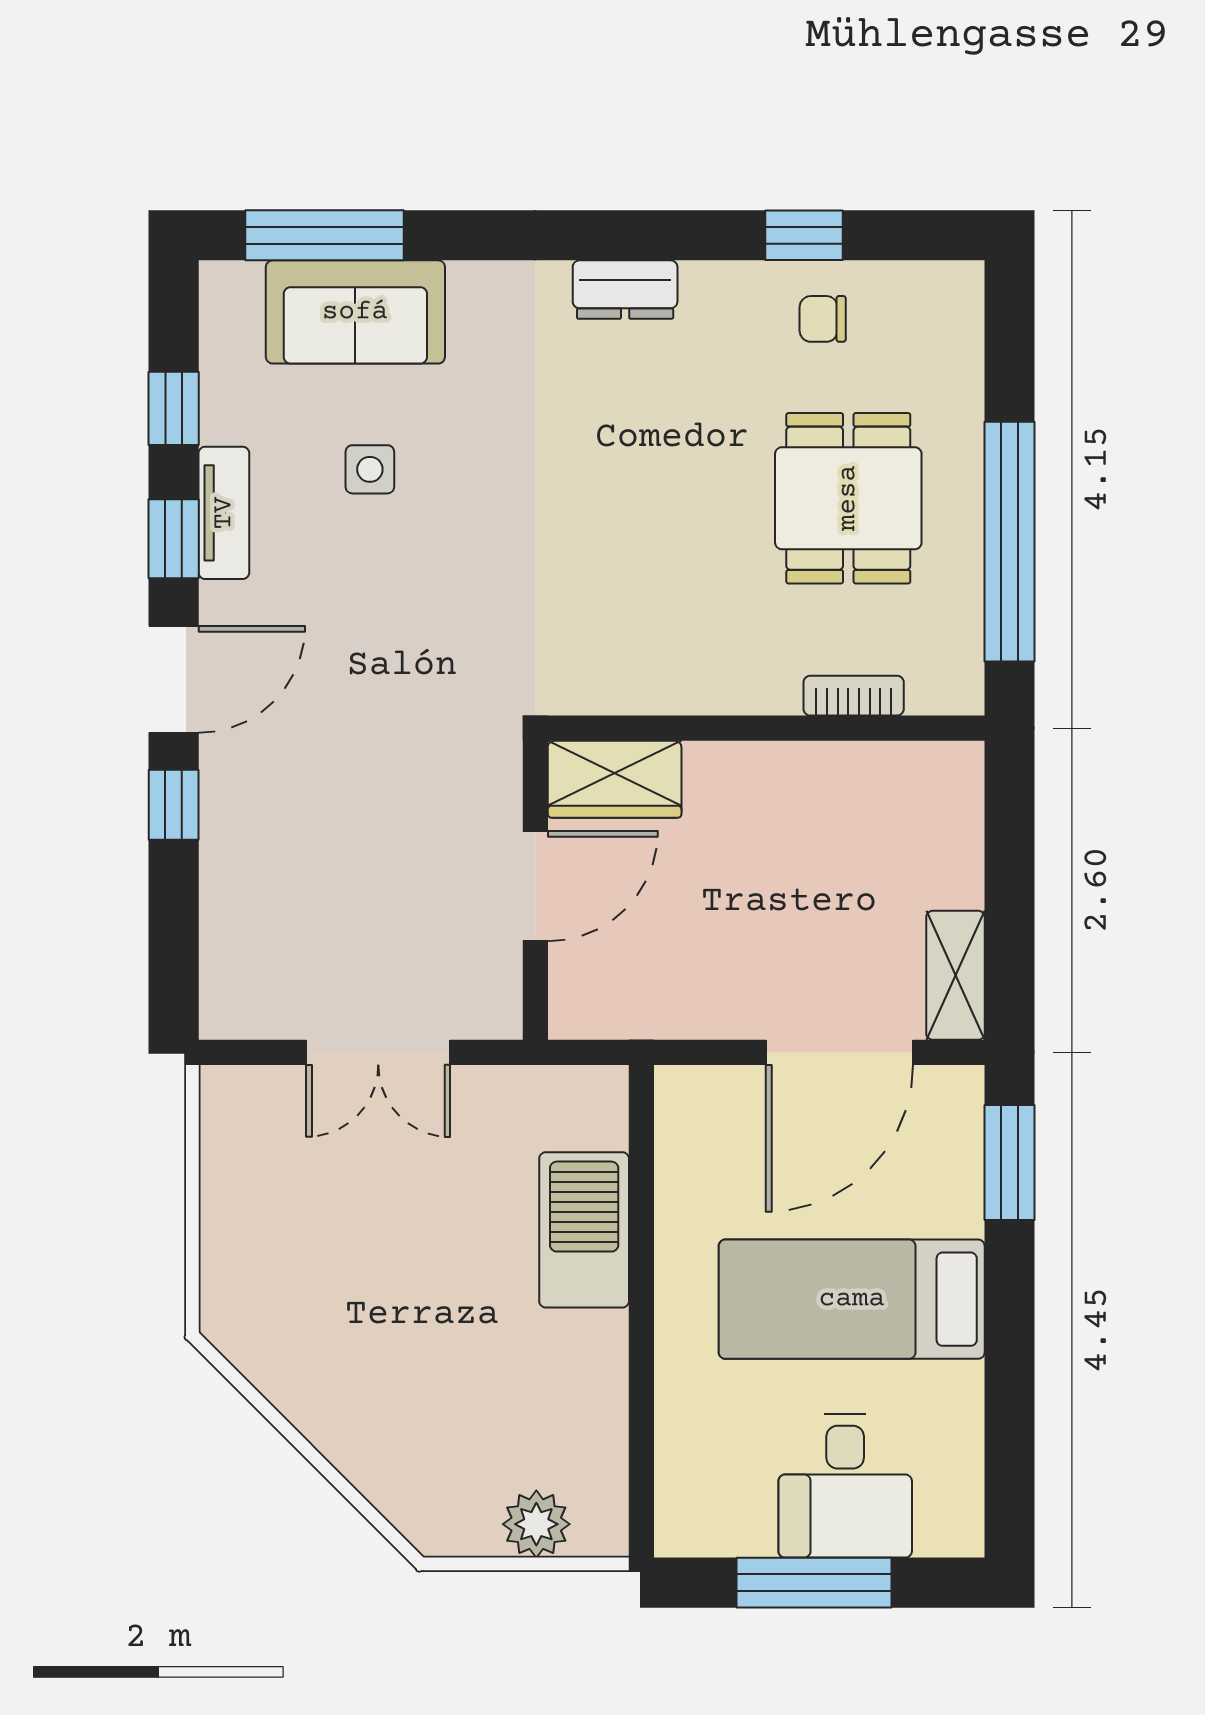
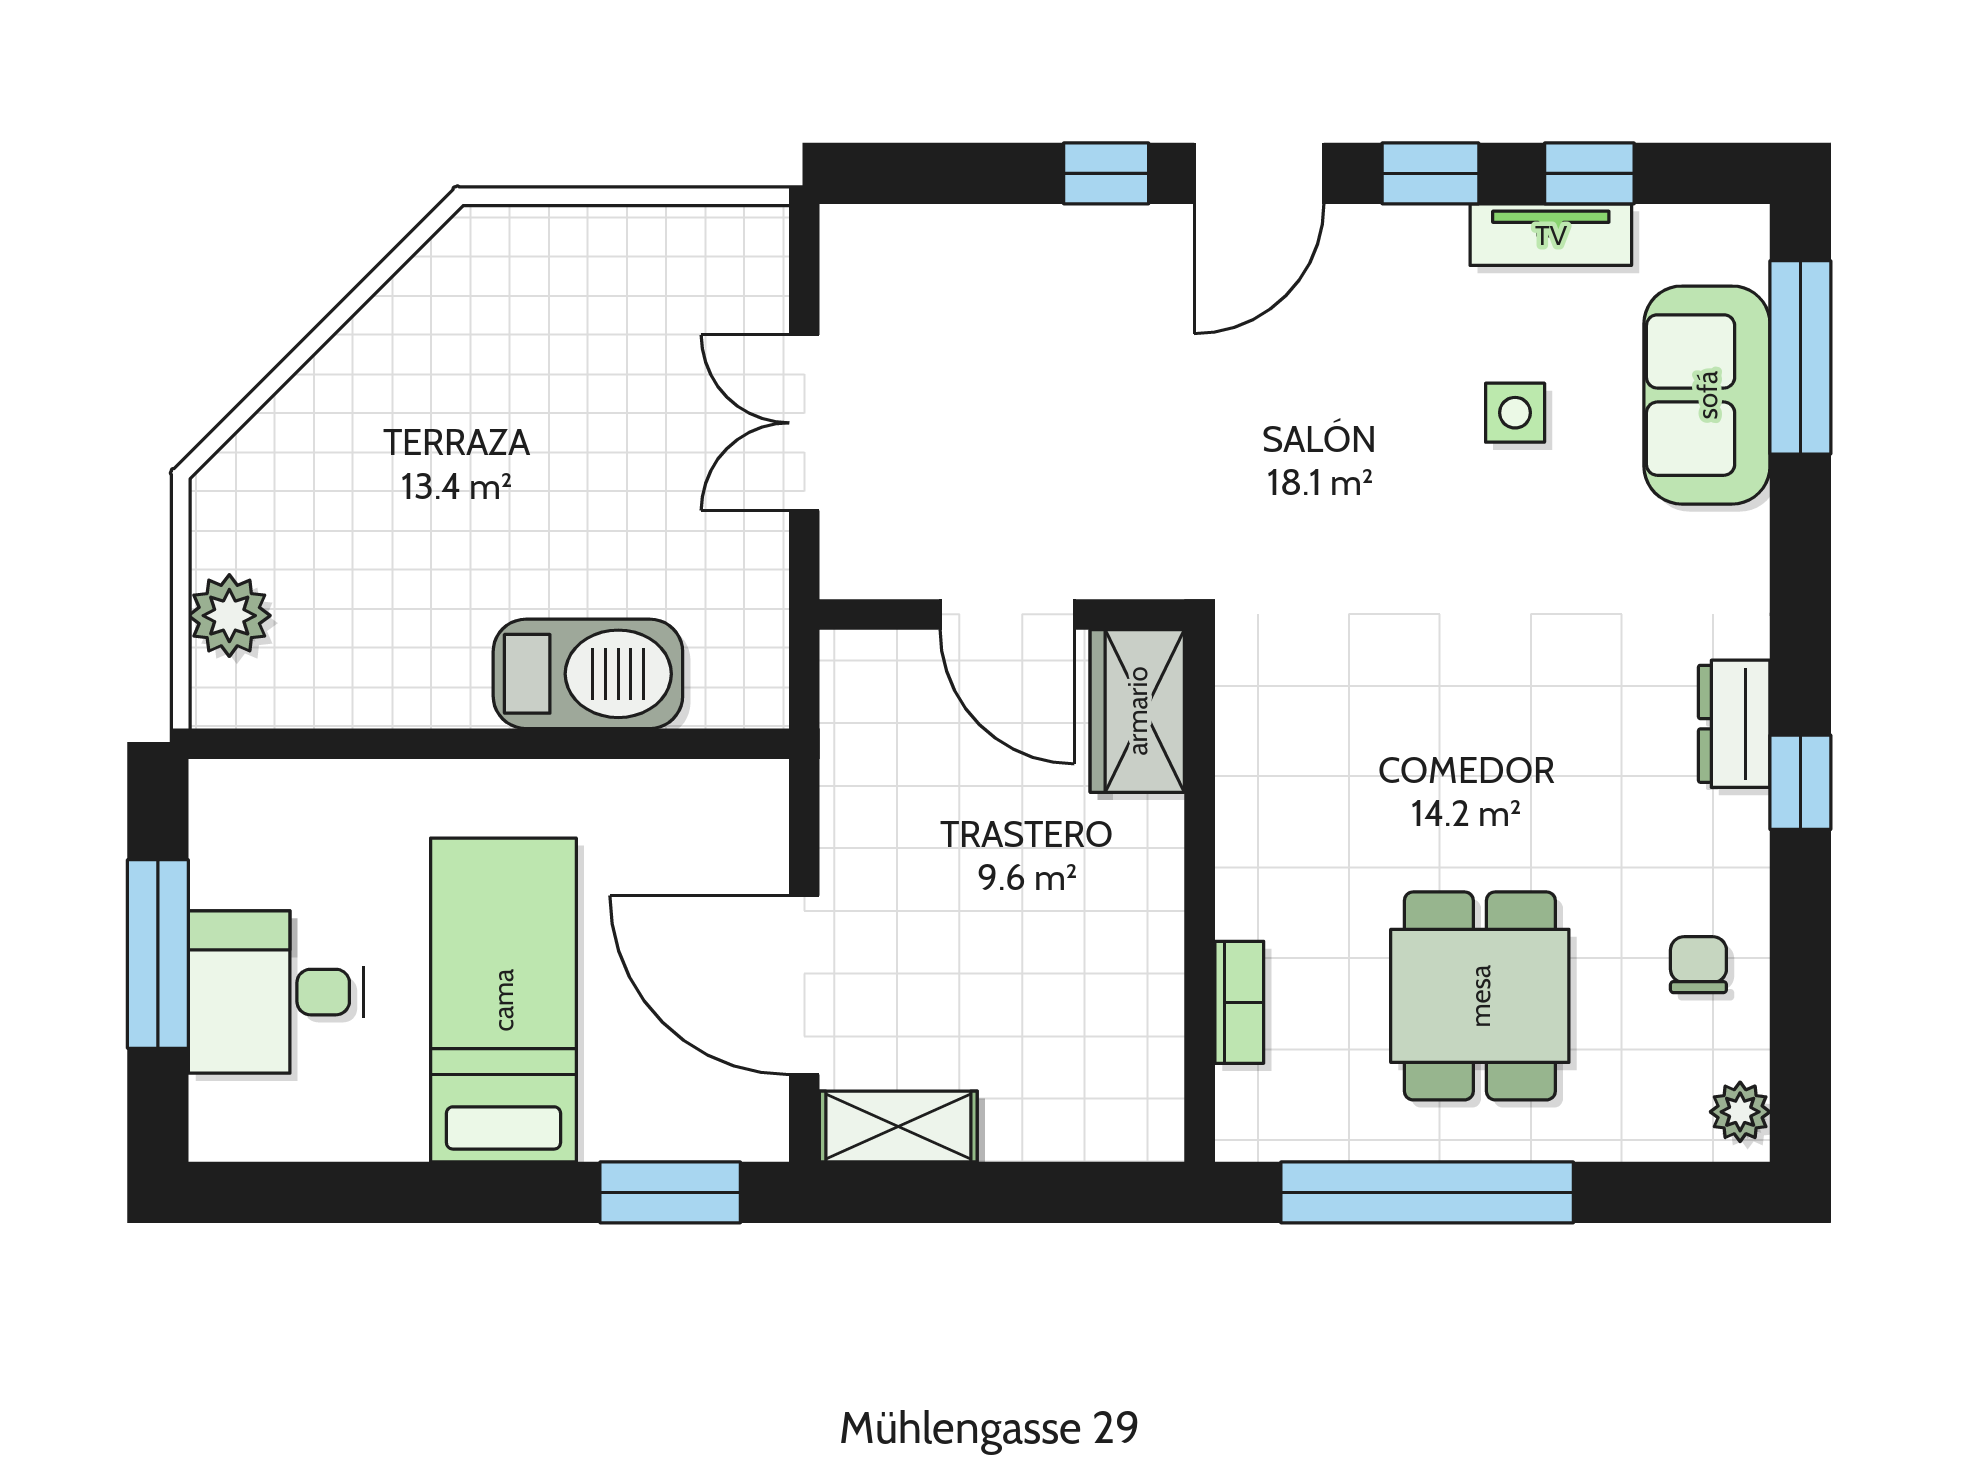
window: (804, 235) -> (1800, 782), moved
plant: (943, 285) -> (1740, 1112), added
dining table: (848, 498) -> (1480, 996), turned 90
tv unit: (224, 513) -> (1551, 235), moved
door: (174, 679) -> (1259, 173), hinge flipped

